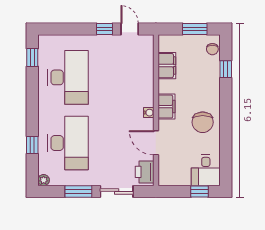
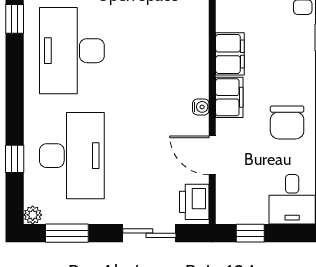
filing cabinet: (167, 66) -> (230, 54), moved
desk: (68, 77) -> (72, 51), turned 180
window: (78, 191) -> (67, 233), moved
window: (199, 191) -> (250, 233), moved

